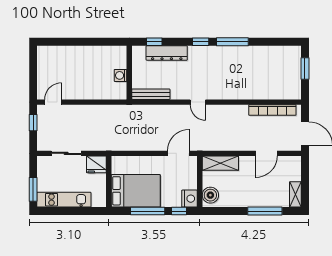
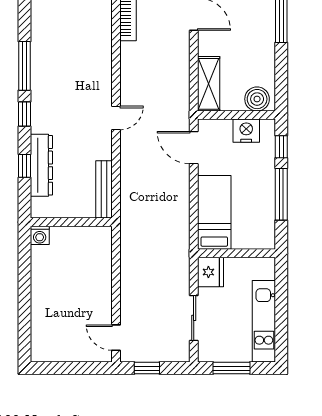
window: (154, 42) -> (24, 166), moved
washing machine: (121, 75) -> (40, 235), moved
window: (33, 189) -> (232, 368), moved
bed: (136, 191) -> (214, 212), moved, width x0.67
nightstand: (189, 199) -> (246, 131), moved

